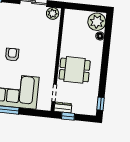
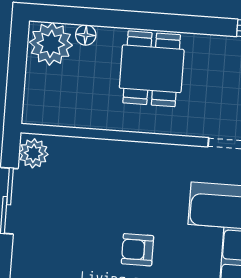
dining table: (75, 70) -> (152, 69), moved

